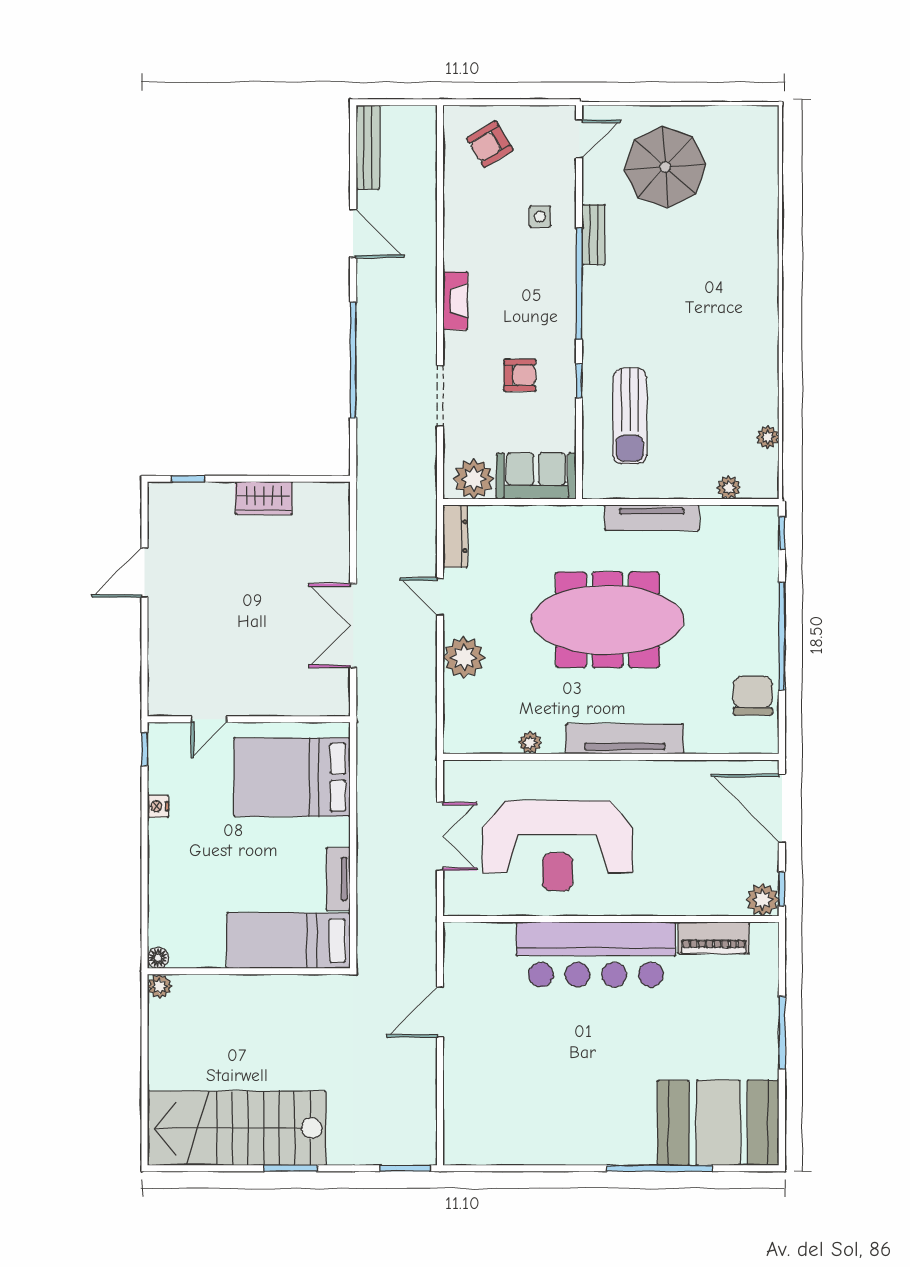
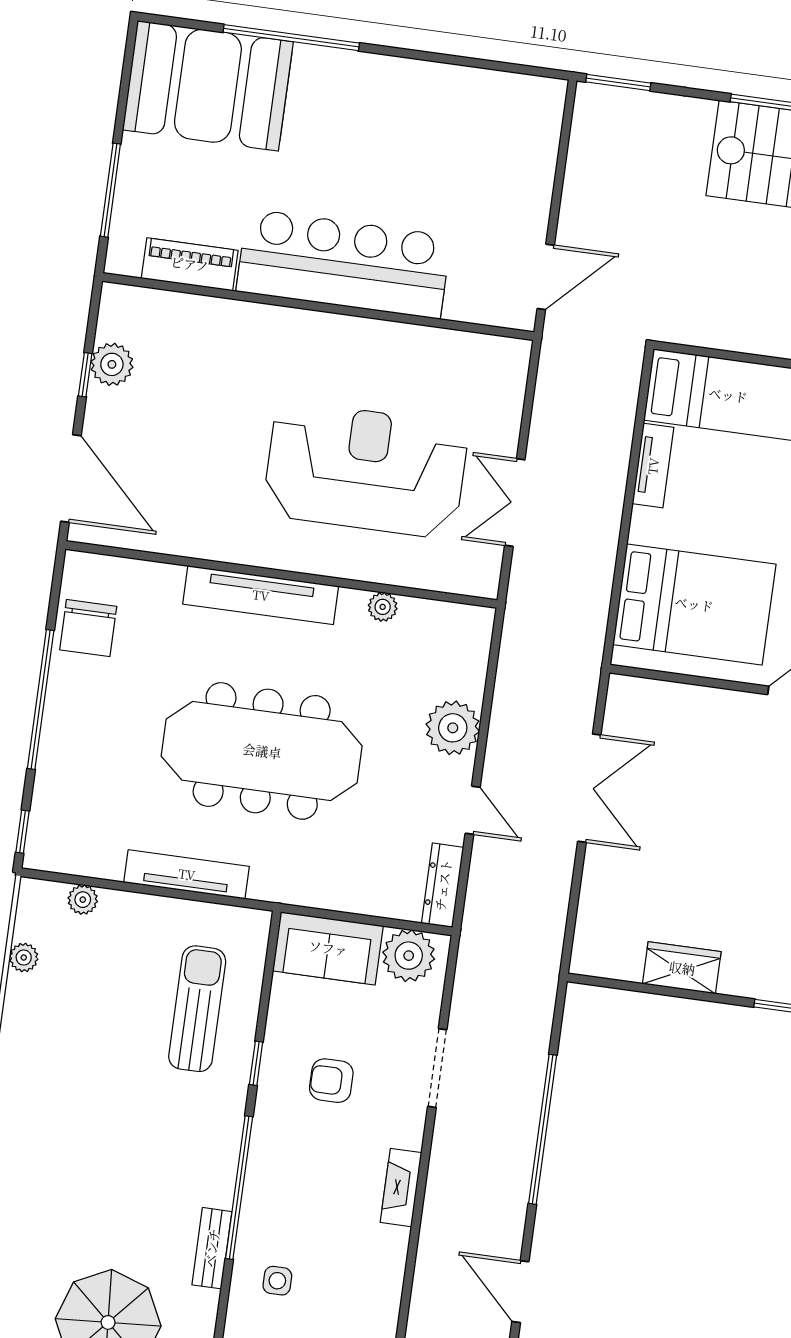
wall: (611, 919) -> (318, 307), moved
piano: (713, 938) -> (190, 264), moved
bar counter: (596, 954) -> (344, 264), moved

